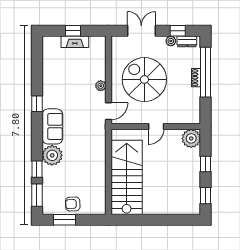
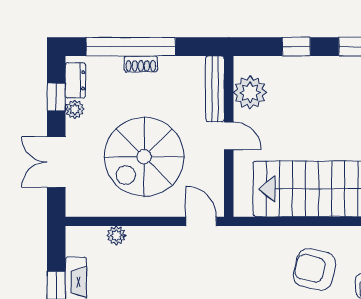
plant: (101, 86) -> (116, 235), moved
bench: (182, 119) -> (215, 89), added
plant: (191, 138) -> (250, 93), moved
armchair: (82, 174) -> (315, 269), added

